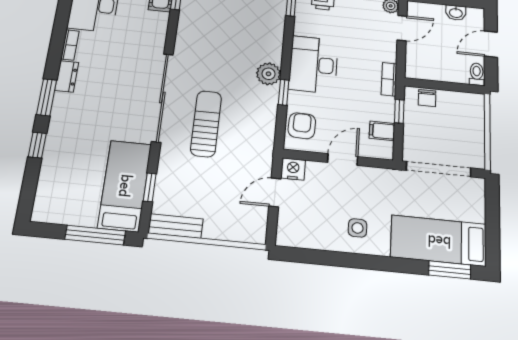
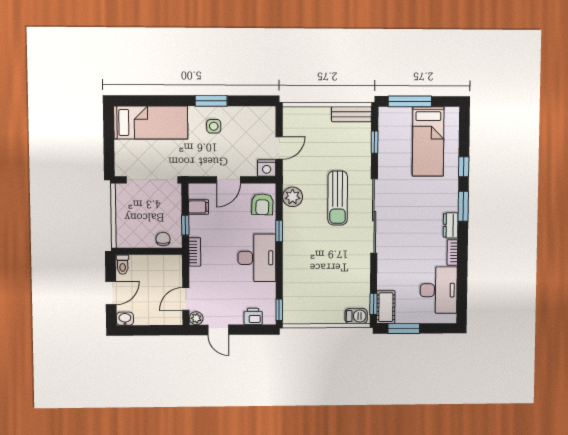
washbasin: (456, 13) -> (125, 319), moved
plant: (268, 74) -> (293, 197), moved
bed: (125, 186) -> (428, 142), moved
window: (450, 270) -> (211, 101), moved

